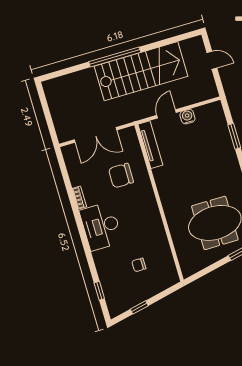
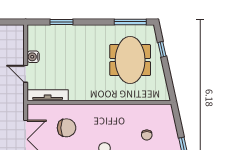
chair: (121, 176) -> (67, 128), turned -90

